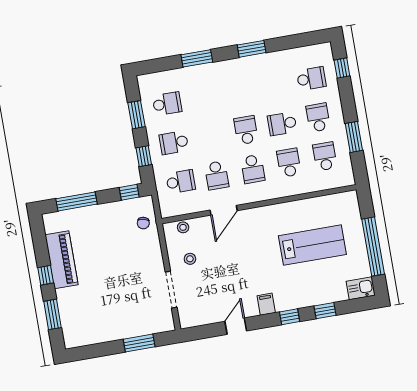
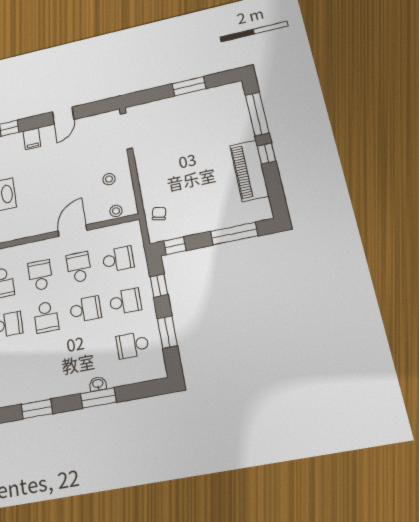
washbasin: (197, 70) -> (98, 384), added
school desk: (210, 136) -> (85, 309), added
school desk: (181, 182) -> (118, 259), turned 180
doorway: (171, 290) -> (126, 131), moved
window: (52, 314) -> (257, 114), width x1.44
window: (139, 343) -> (189, 86), moved

